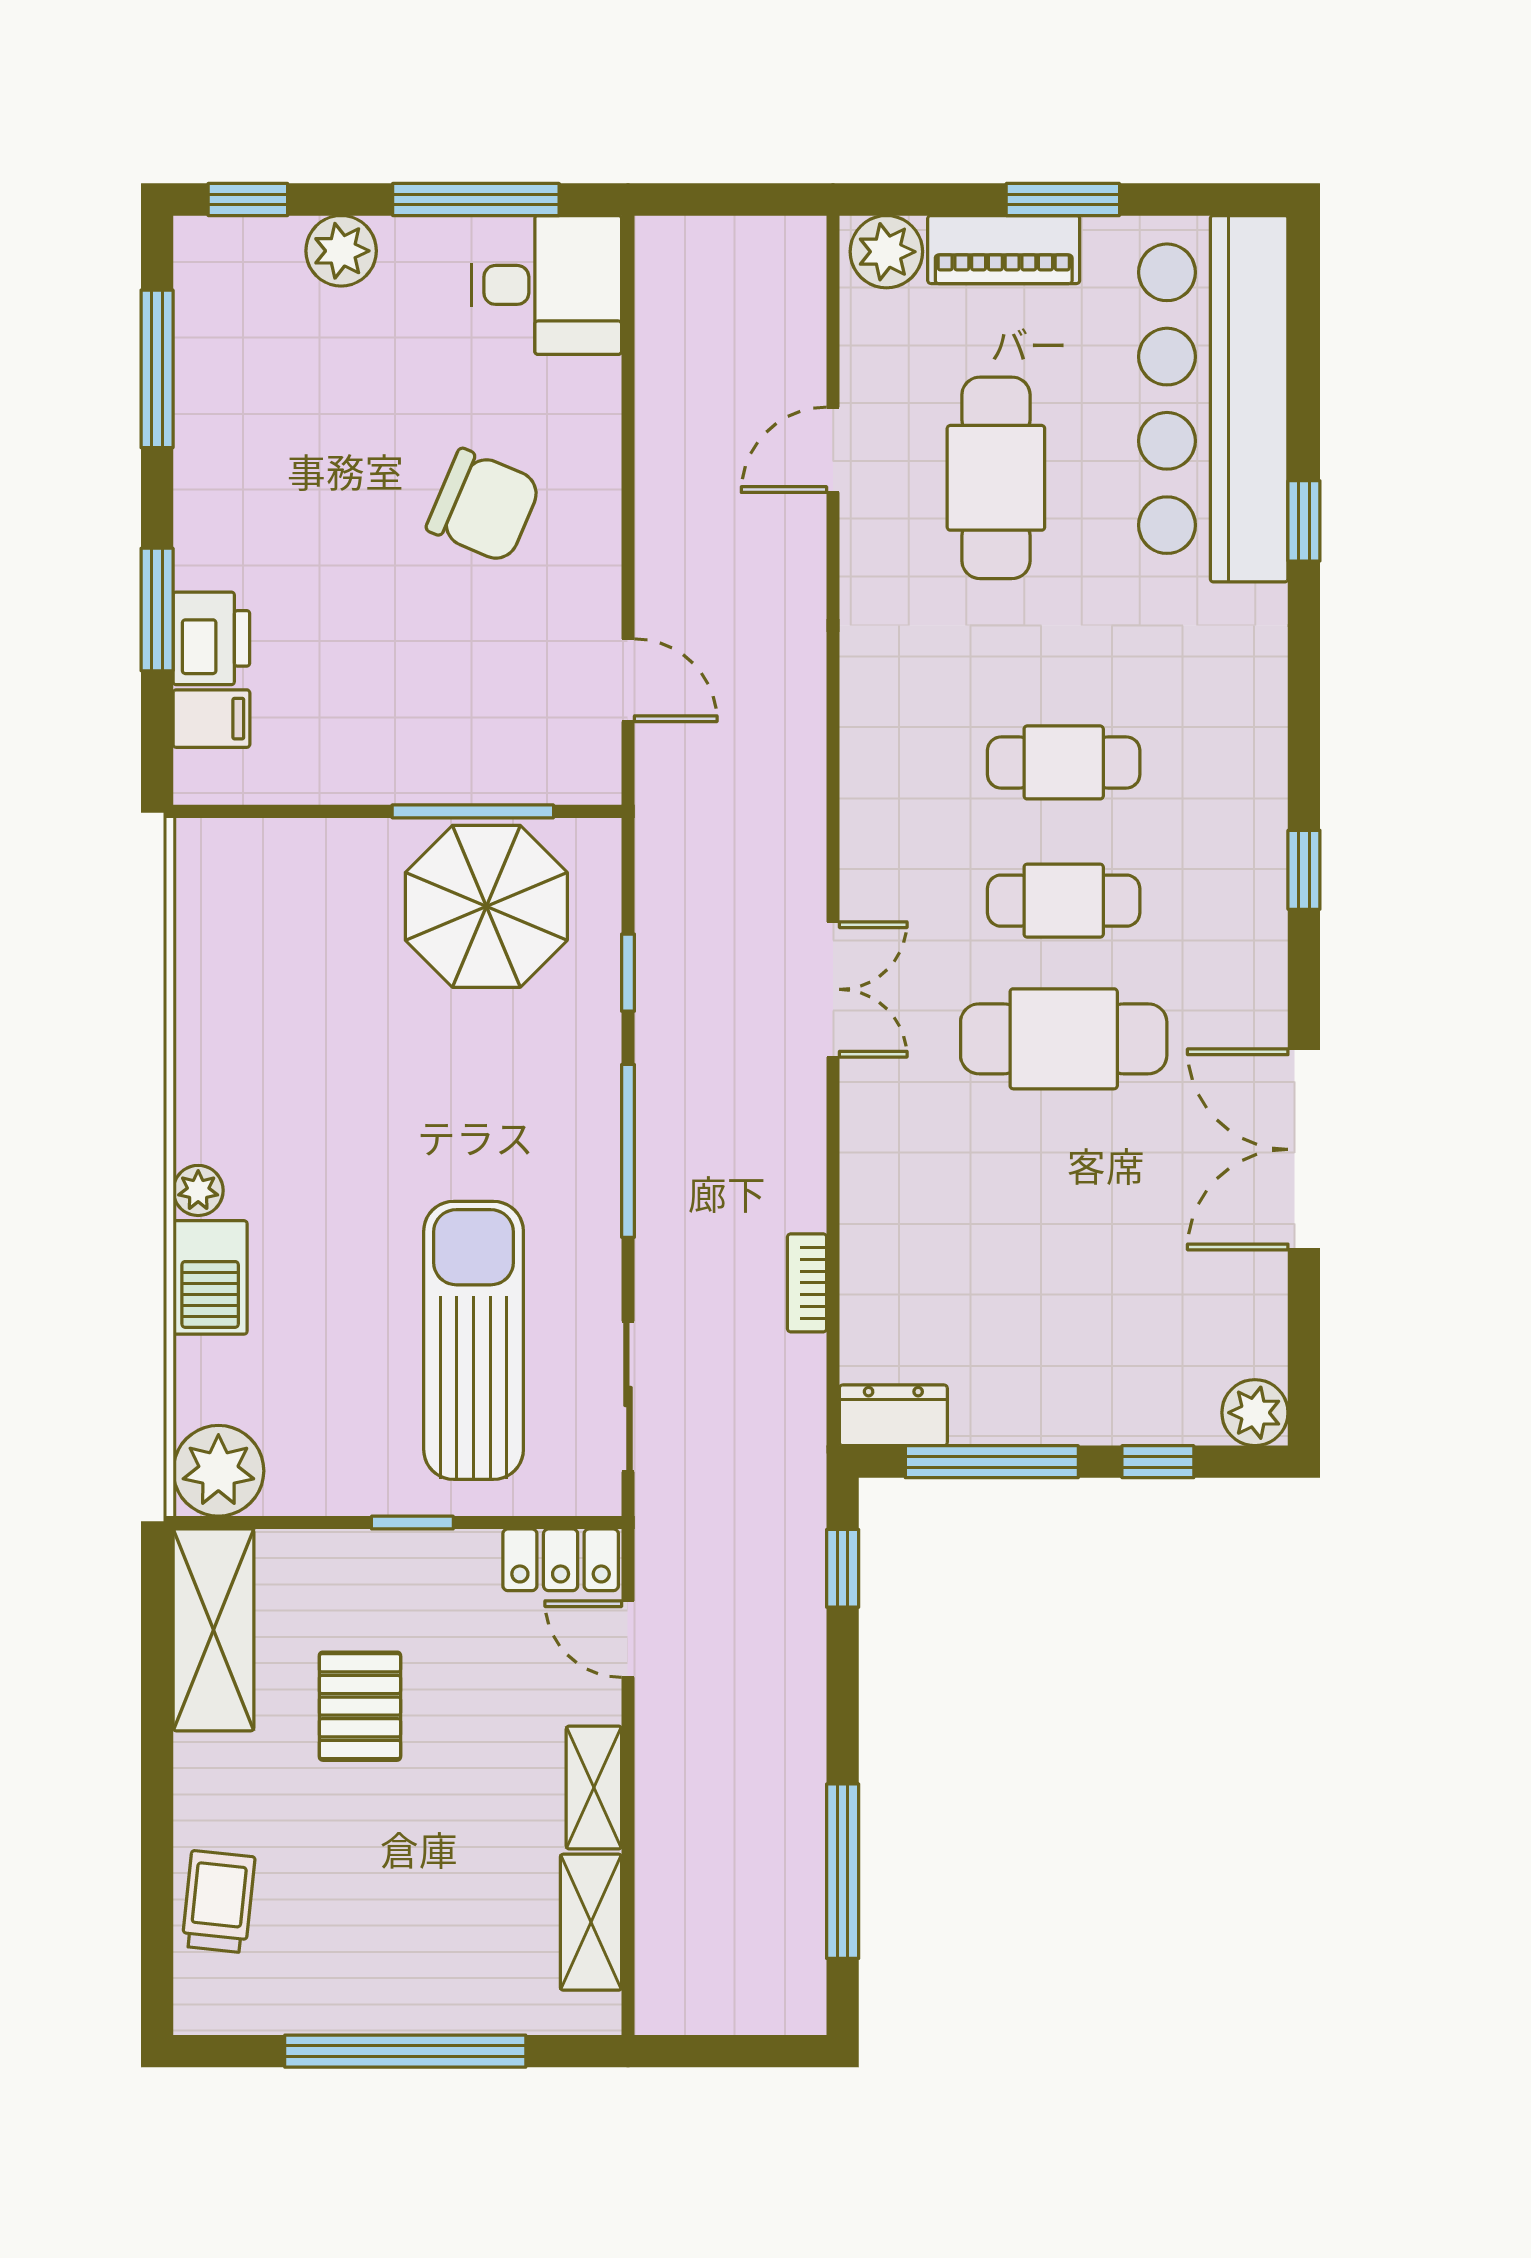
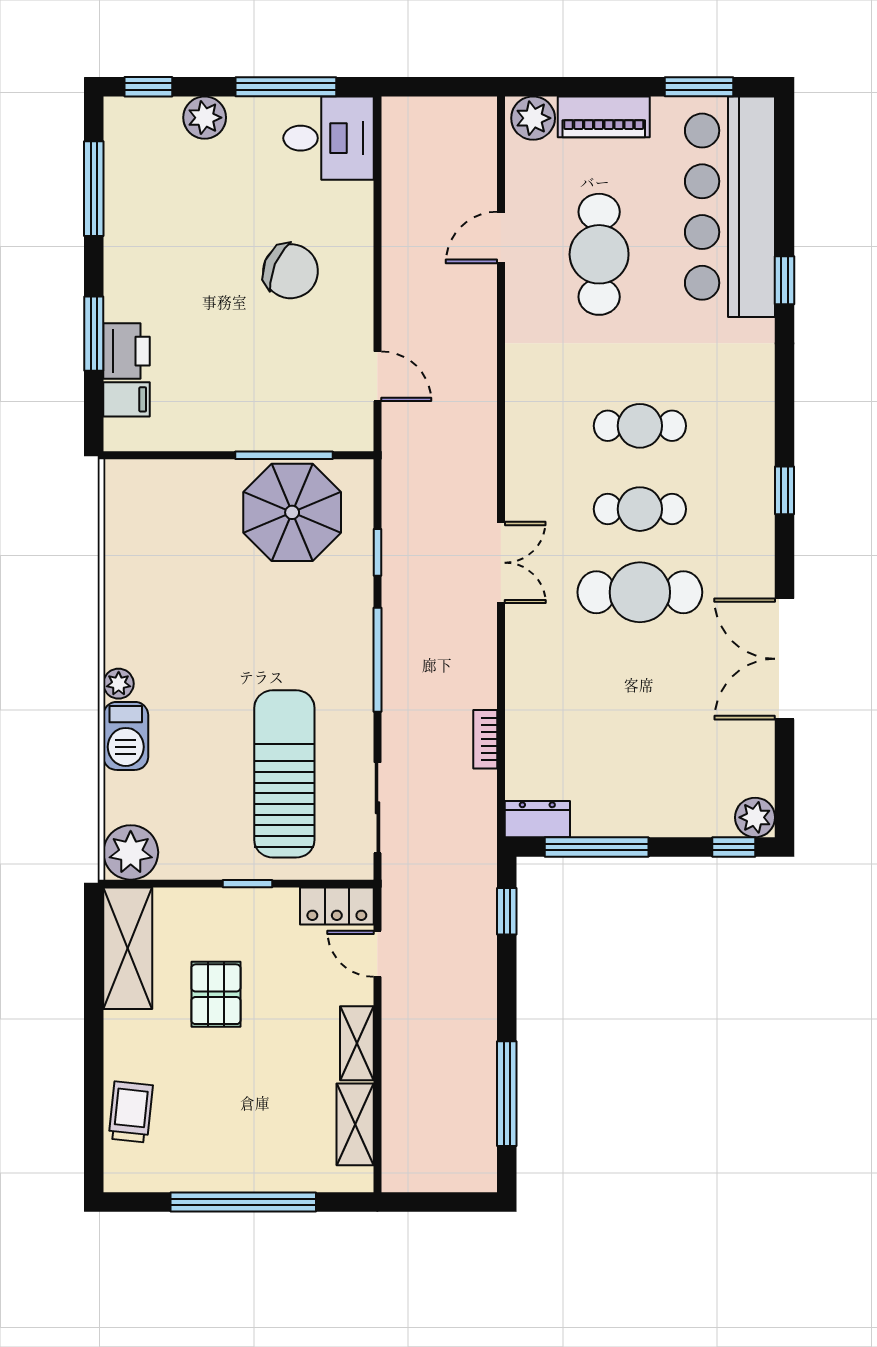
window: (1063, 199) -> (699, 87), moved
window: (1158, 1462) -> (734, 847), moved

